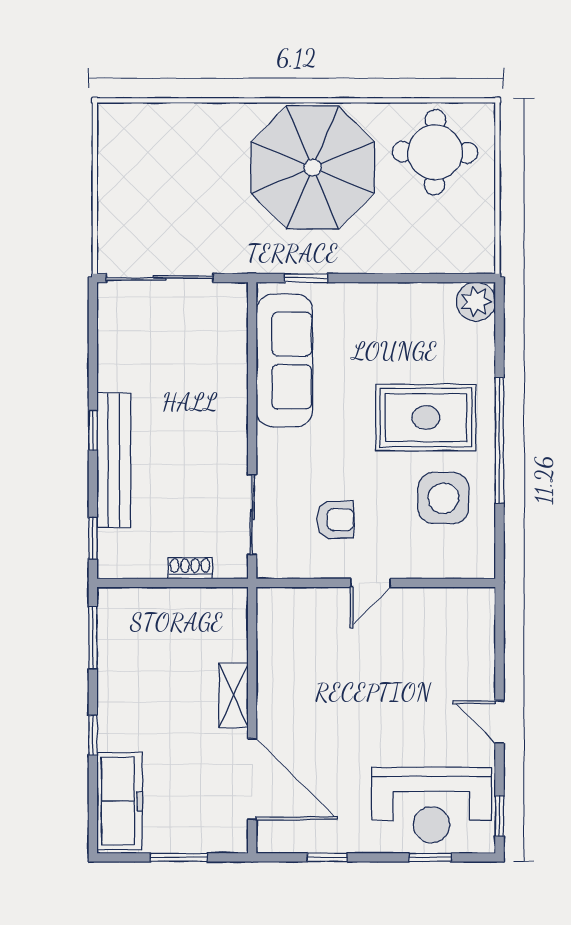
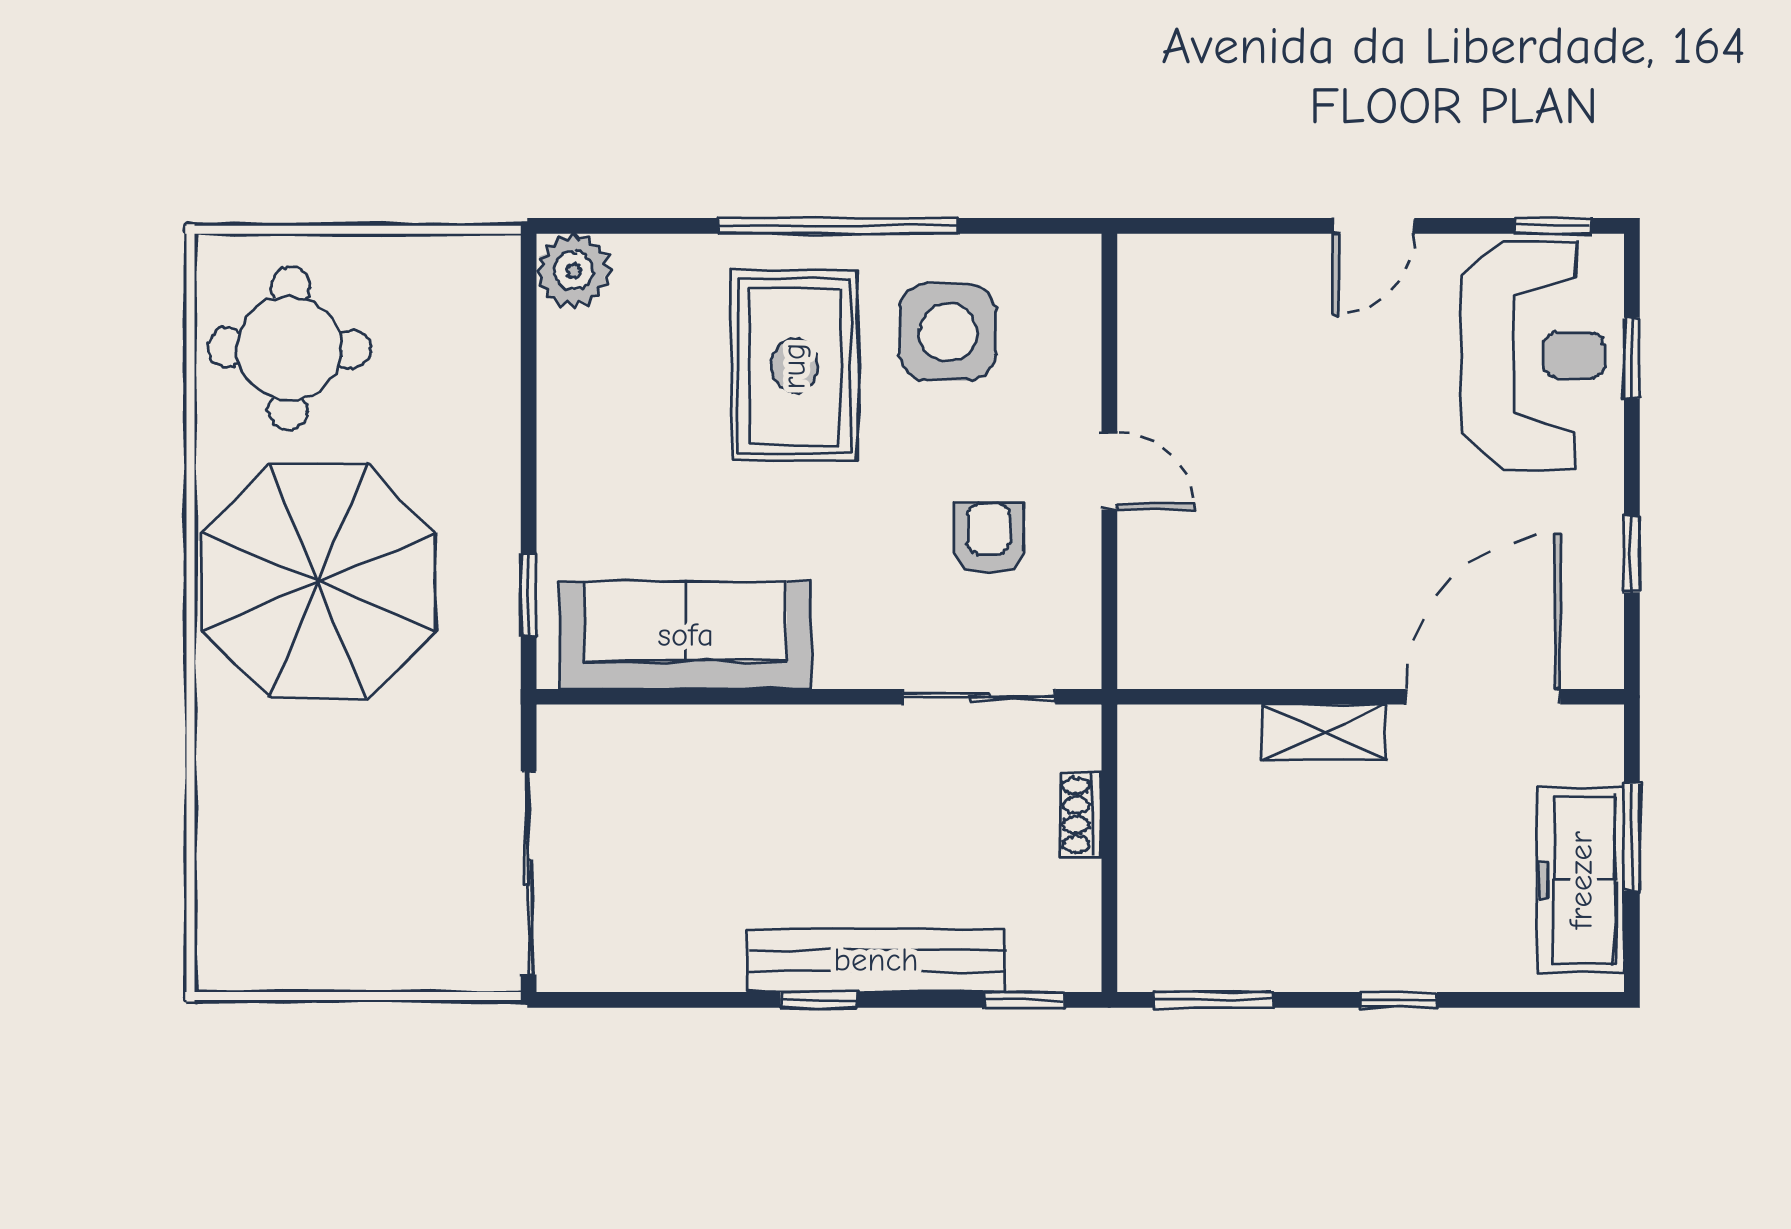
freezer: (120, 801) -> (1581, 880), moved, turned -90

